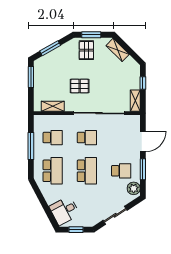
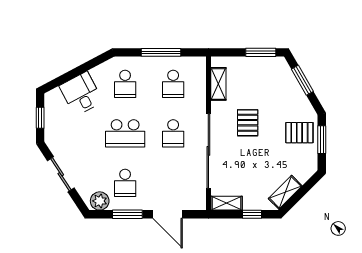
shelving: (118, 50) -> (285, 192), moved
school desk: (53, 171) -> (125, 84), width x0.54
desk: (64, 211) -> (81, 94), moved

